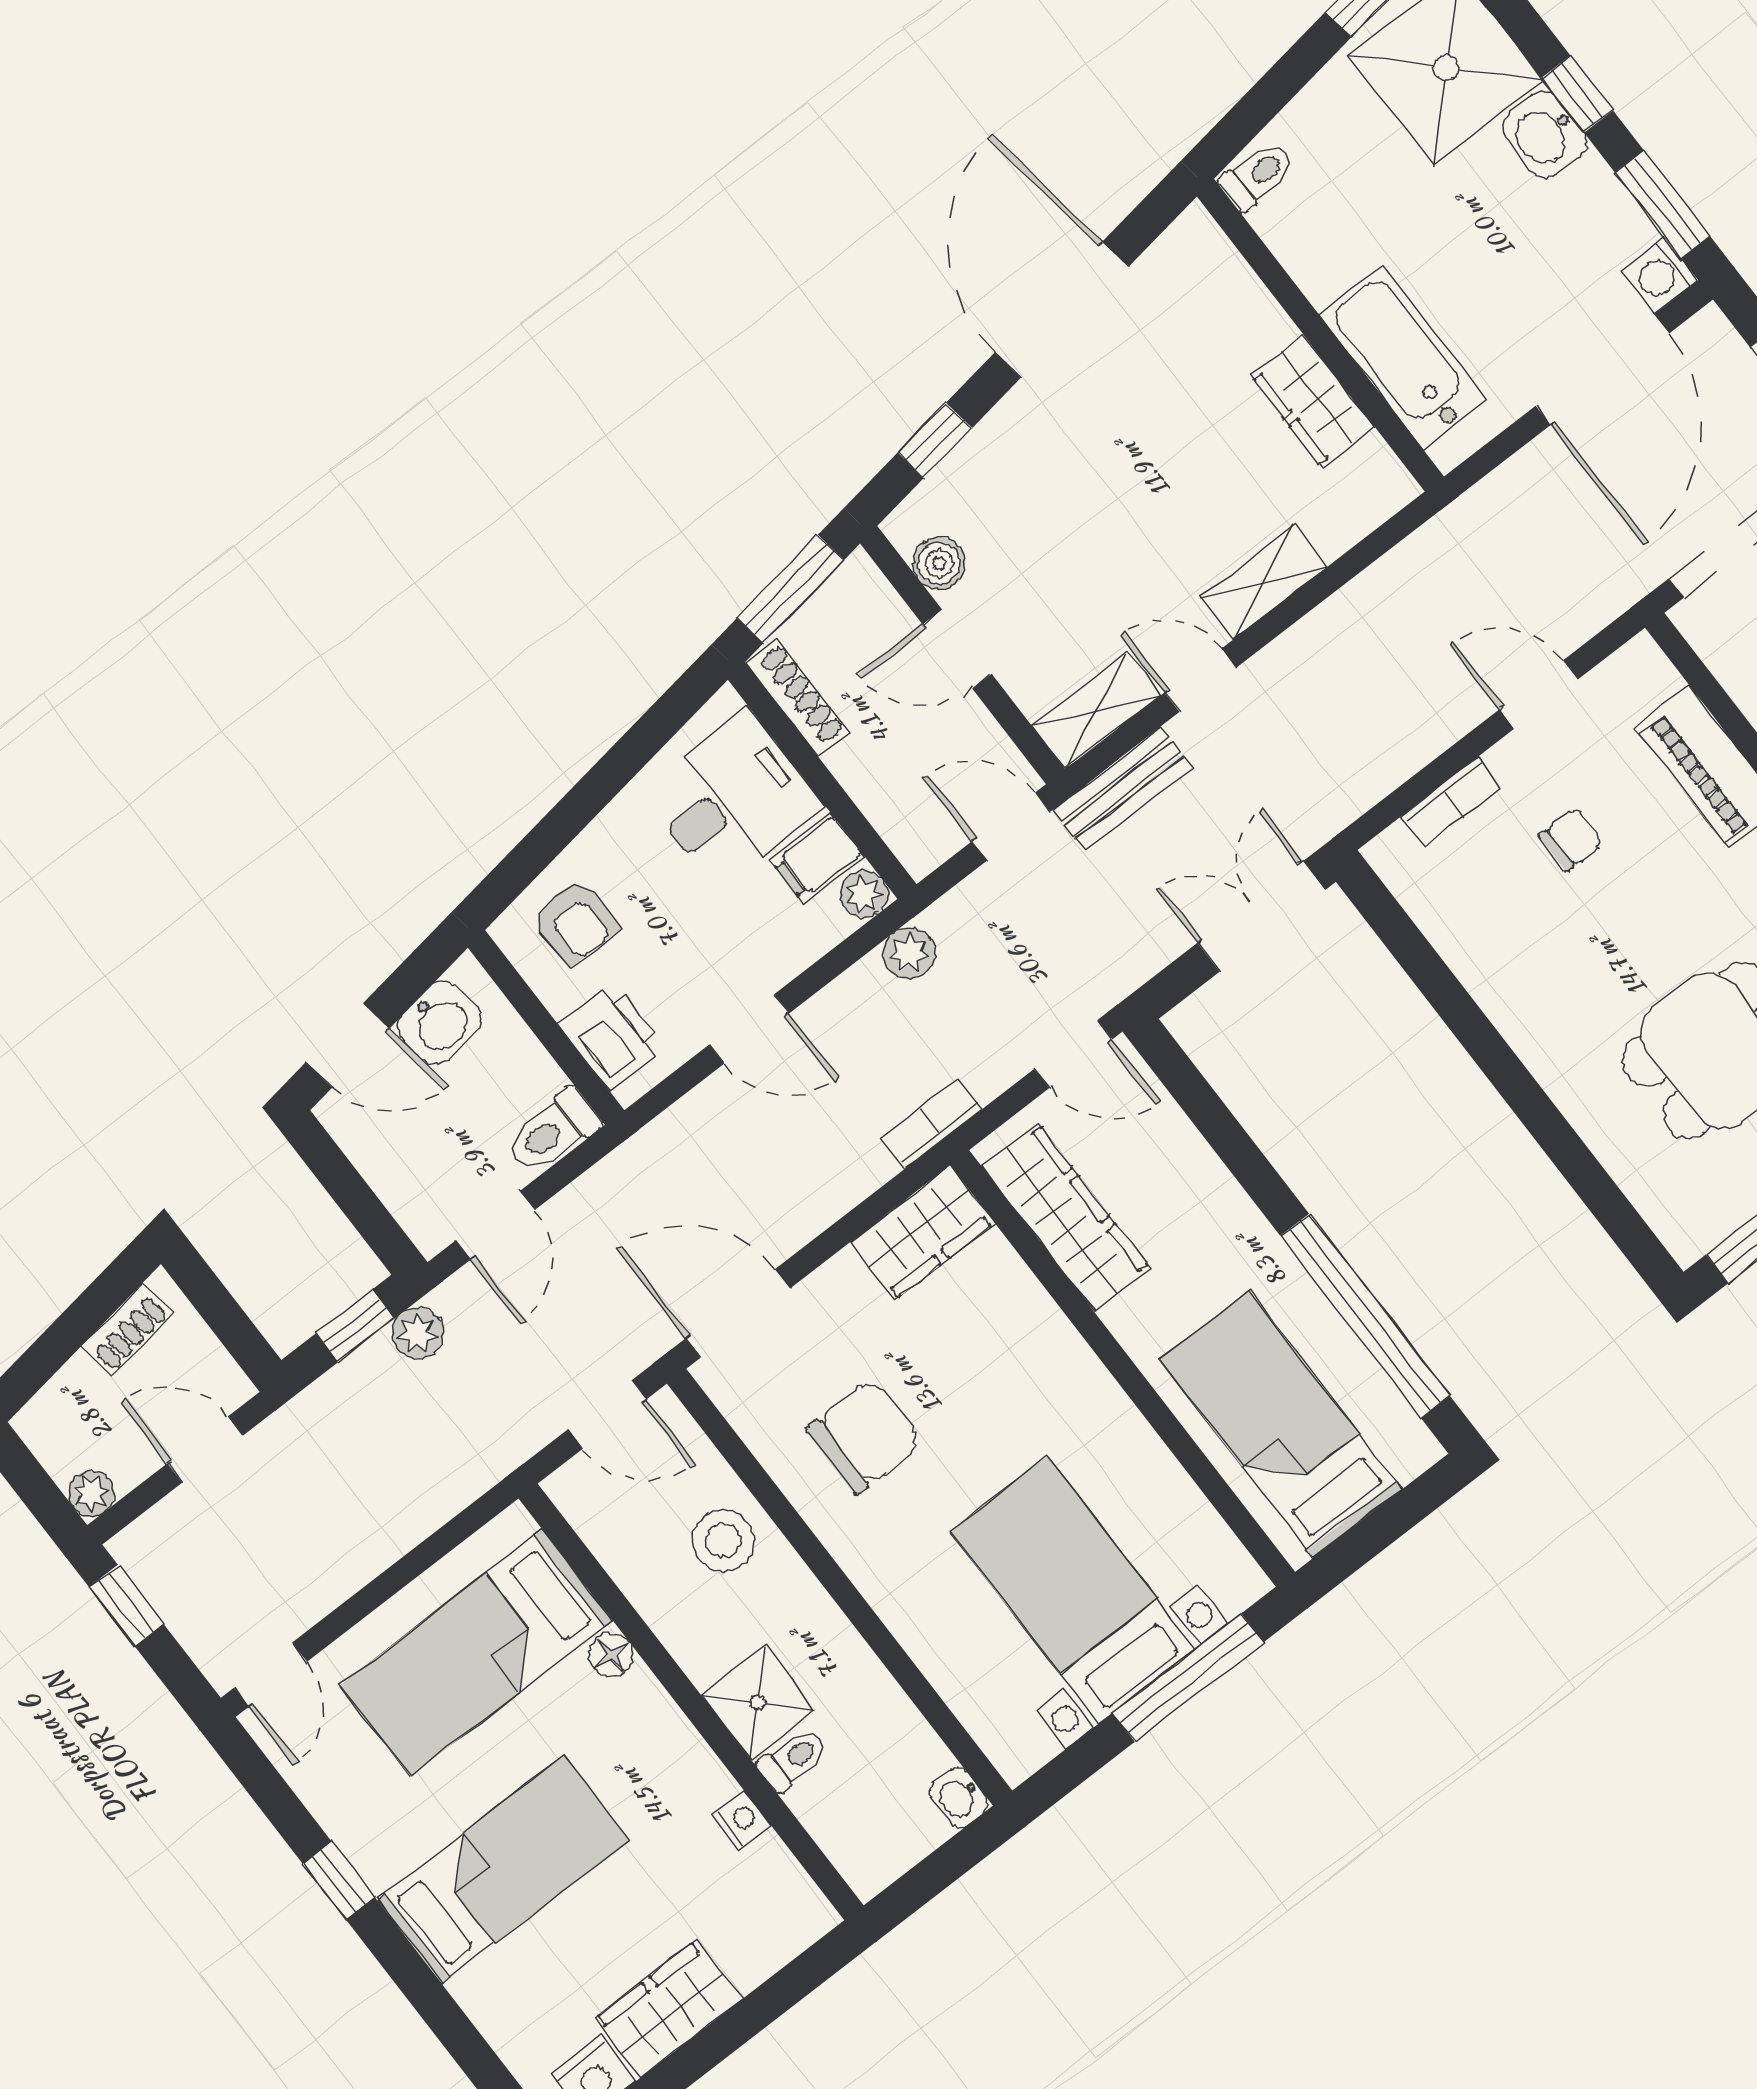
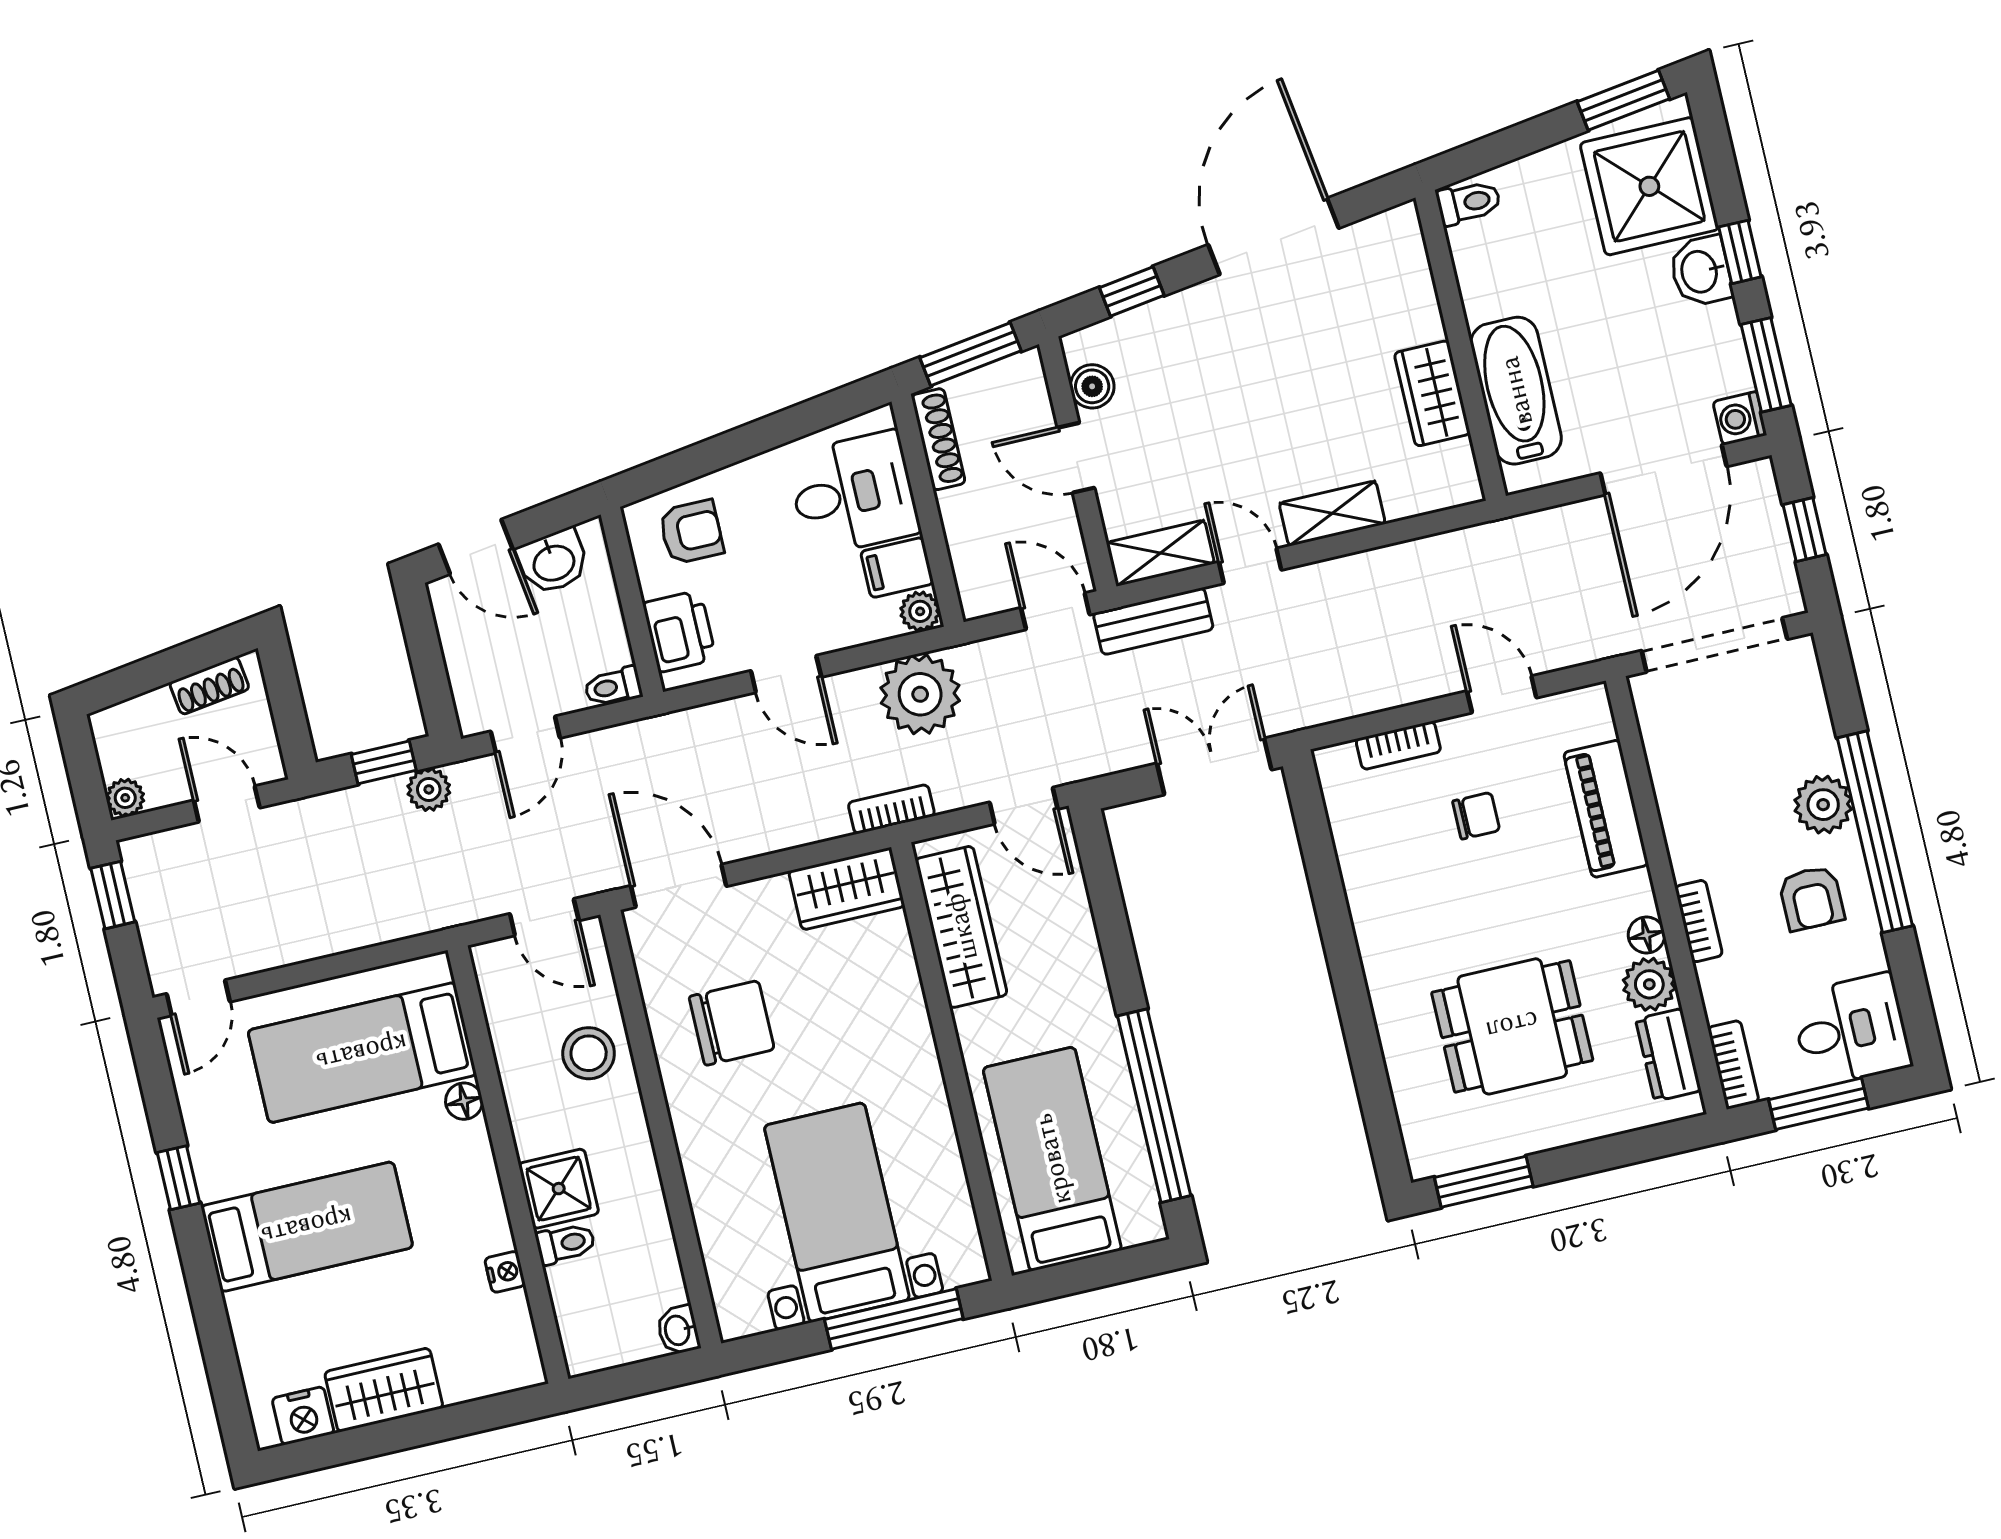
armchair: (575, 922) -> (691, 532), turned -90
plant: (909, 953) -> (920, 694), width x1.88, depth x1.88
toilet: (553, 1131) -> (613, 687), width x0.73, depth x0.72

